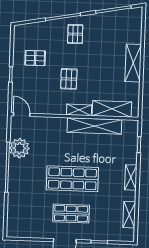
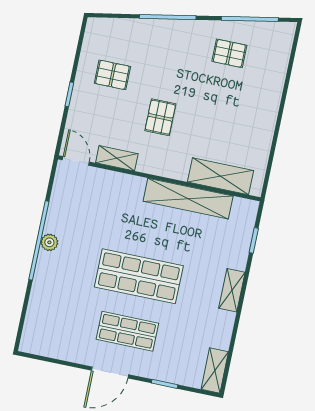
pallet: (75, 34) -> (229, 53), moved, turned 90
shelving: (133, 63) -> (267, 109), removed
shelving: (79, 110) -> (117, 158), moved
plant: (19, 148) -> (49, 242), moved, width x0.53, depth x0.53
shelving: (129, 215) -> (215, 371), moved

